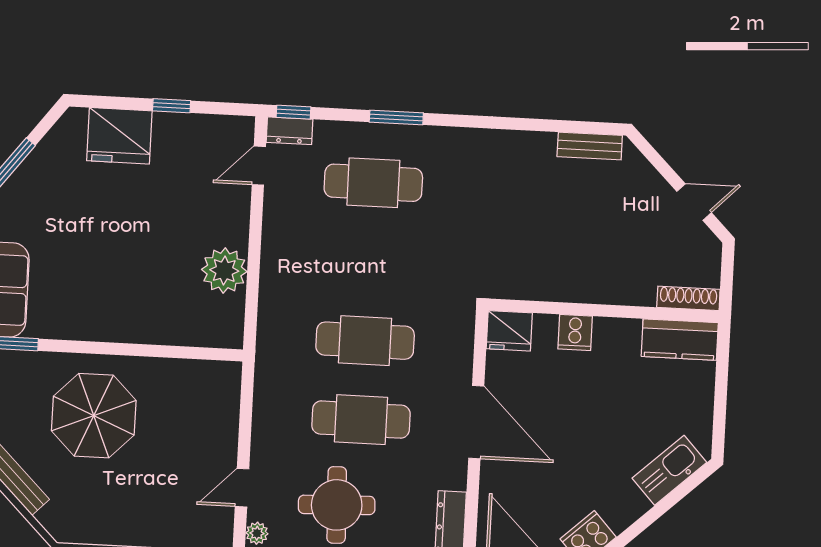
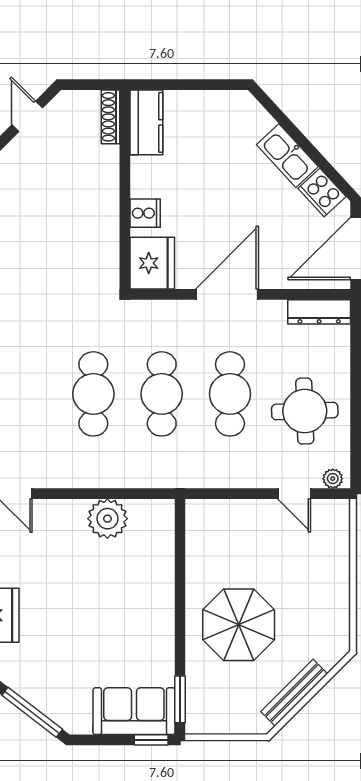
cafe table: (373, 183) -> (93, 394), moved
fridge: (509, 331) -> (152, 263), width x1.36, depth x1.34
kitchen sink: (669, 470) -> (287, 156), moved

